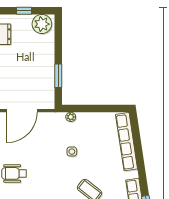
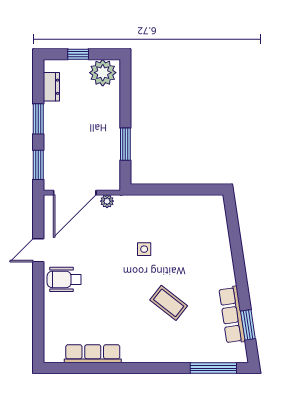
plant: (71, 117) -> (107, 201), moved
row of seats: (127, 142) -> (220, 235), removed

